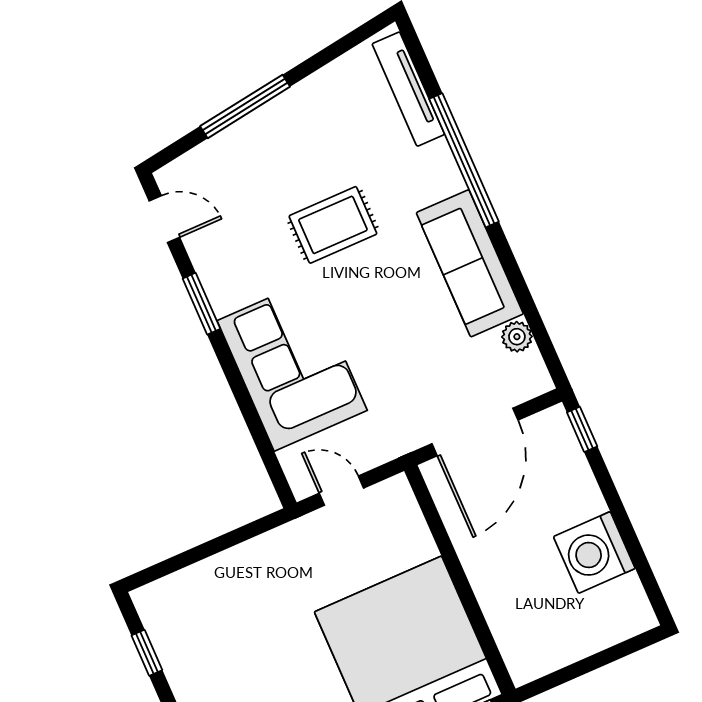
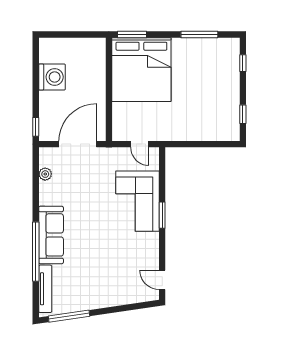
window: (245, 106) -> (69, 316), moved
rug: (333, 225) -> (98, 249), removed
sofa: (470, 263) -> (51, 235), moved
window: (201, 304) -> (162, 215), moved

